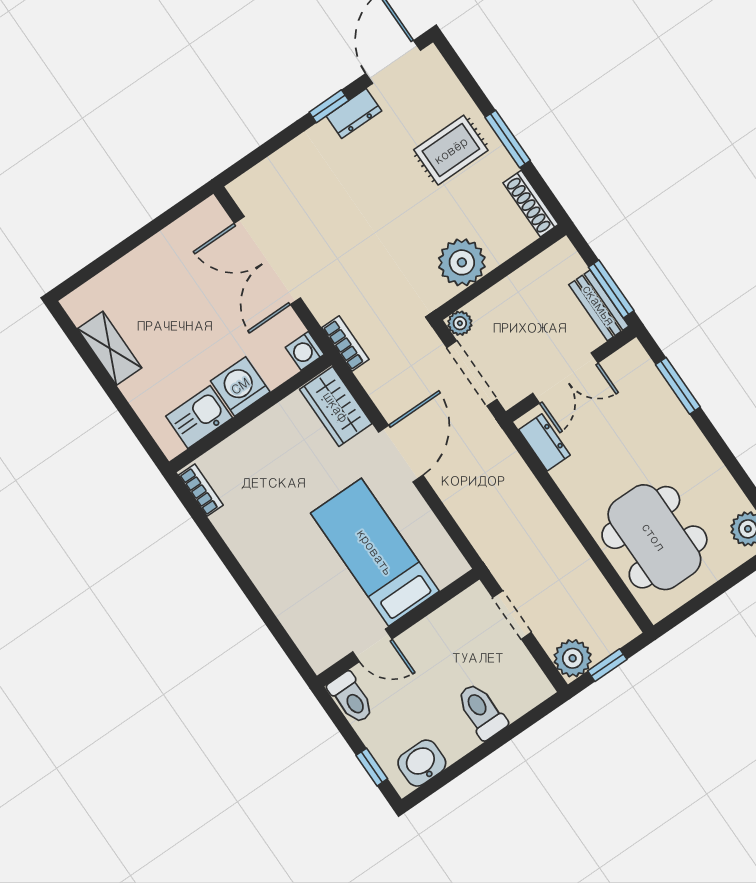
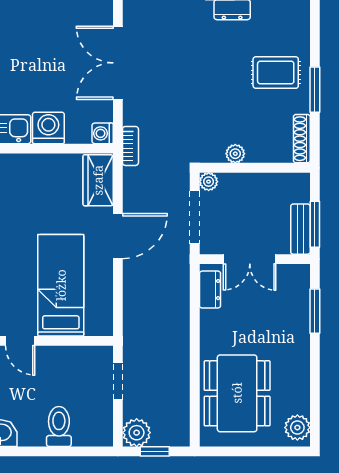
plant: (462, 262) -> (235, 154), width x0.53, depth x0.53

